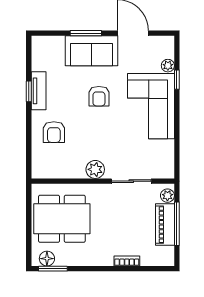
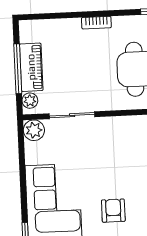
plant: (95, 169) -> (34, 130), moved
bookcase: (127, 261) -> (96, 23), moved

